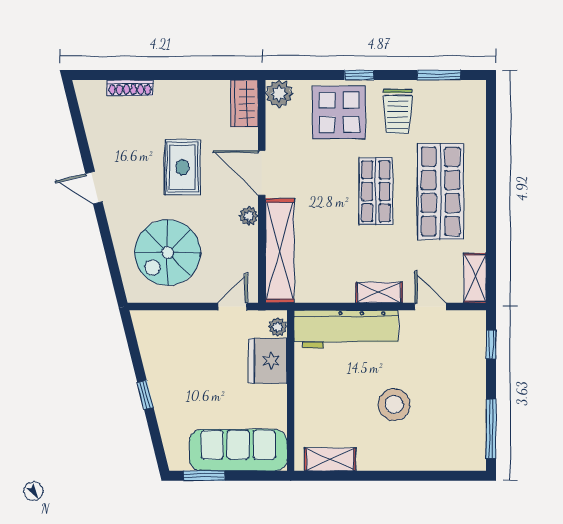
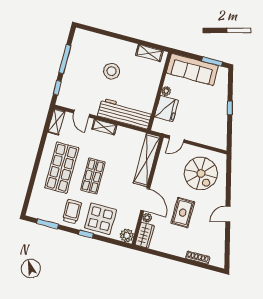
door: (94, 188) -> (228, 214), swing flipped
plant: (249, 216) -> (147, 218), moved
spiral stairs: (168, 253) -> (201, 173), turned 90
plant: (278, 327) -> (166, 91), moved
window: (491, 429) -> (65, 59), moved

